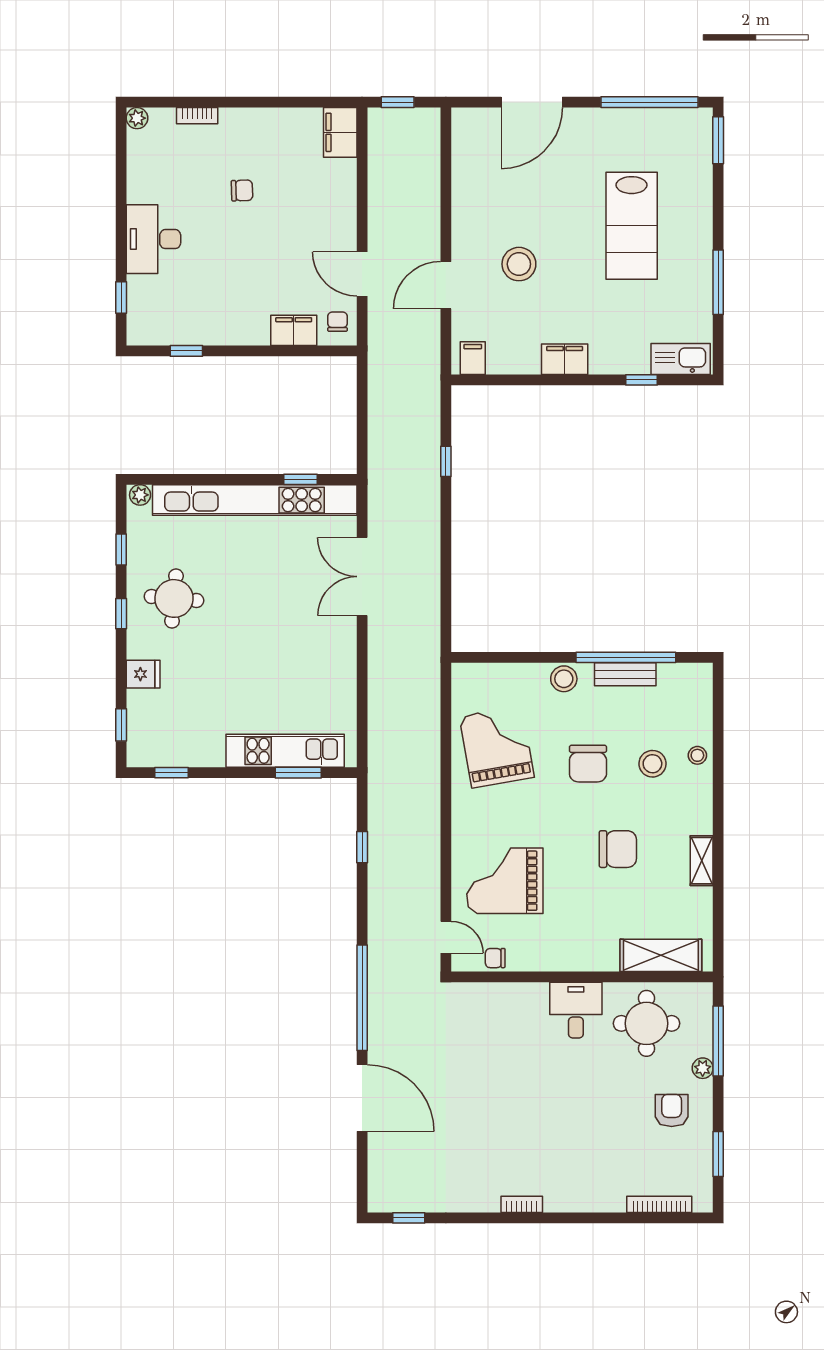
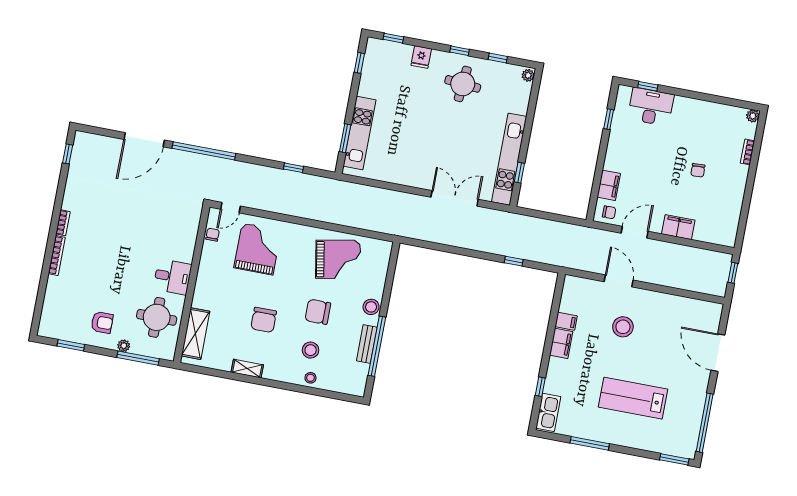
filing cabinet: (340, 132) -> (678, 227), moved
desk: (153, 239) -> (651, 107), moved
filing cabinet: (473, 358) -> (566, 321), moved
kitchen unit: (255, 500) -> (509, 159), width x0.73
bookcase: (659, 1204) -> (57, 256), moved

